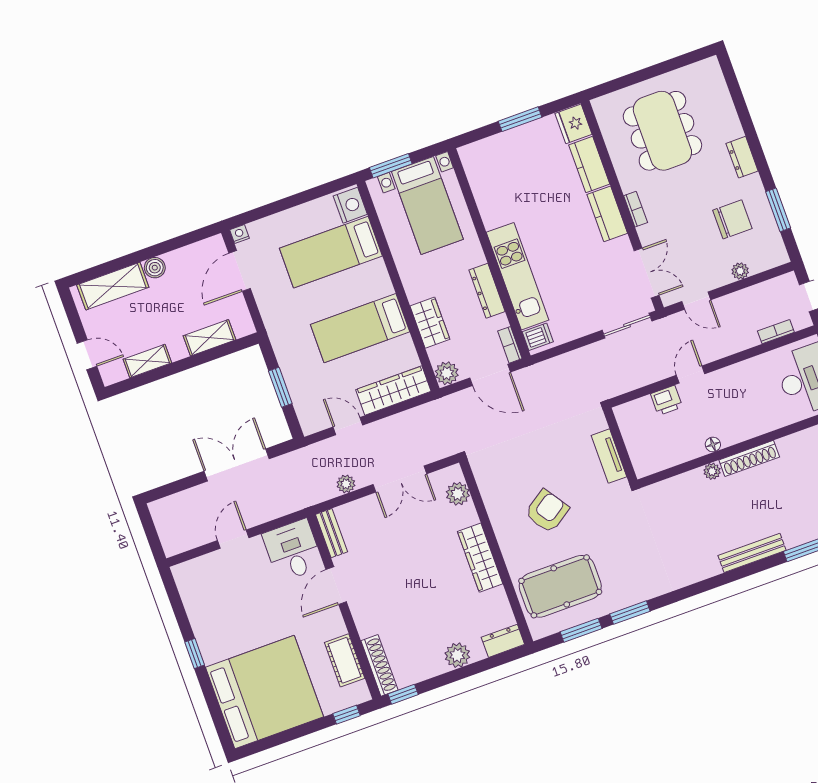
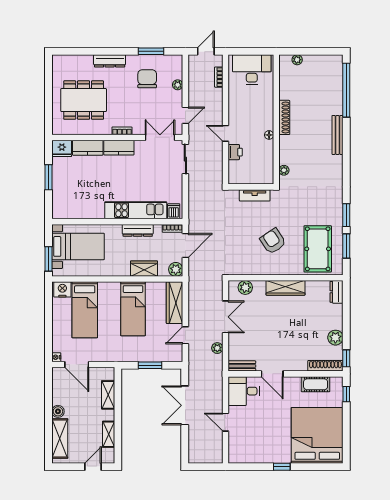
dresser: (742, 157) -> (110, 61), width x1.44
plant: (712, 471) -> (284, 170), moved
plant: (457, 655) -> (335, 338), moved

